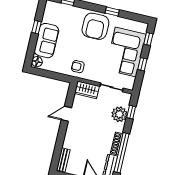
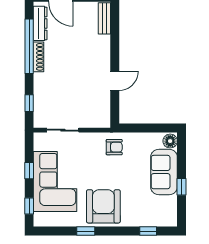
wardrobe: (87, 90) -> (95, 119), removed
plant: (119, 114) -> (44, 97), removed

